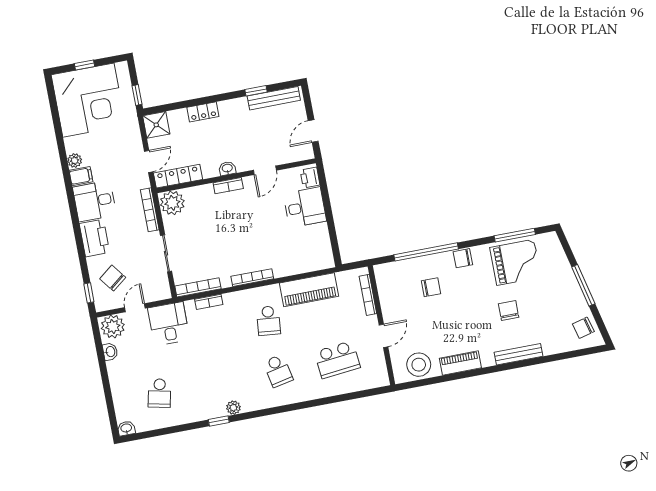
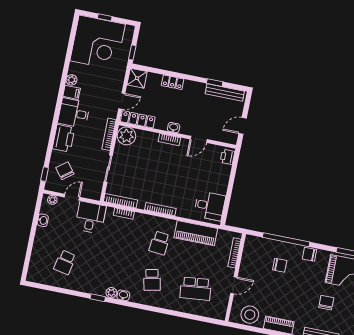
desk: (305, 207) -> (210, 206), moved
plant: (113, 326) -> (52, 200), width x0.53, depth x0.53
washbasin: (126, 428) -> (123, 295), moved

